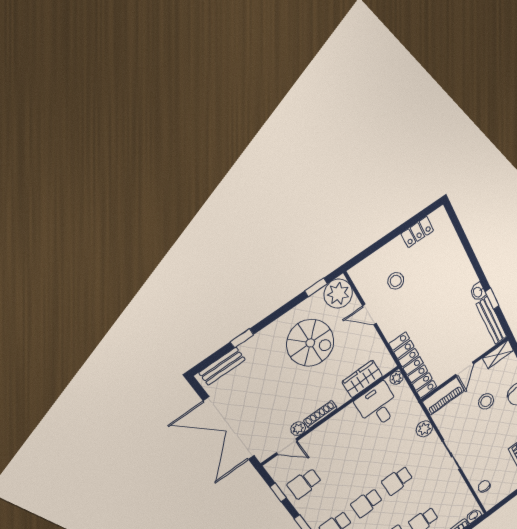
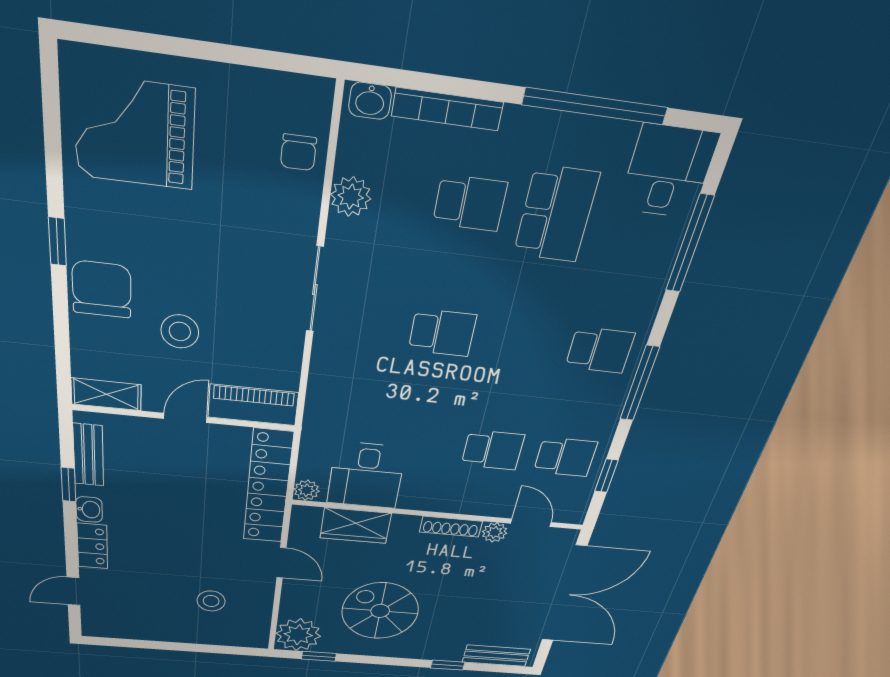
locker: (417, 232) -> (92, 546), moved, turned 90
door: (462, 235) -> (73, 591), added
door: (369, 315) -> (281, 563), moved
bench: (491, 321) -> (88, 455), width x0.73
plant: (424, 429) -> (351, 197), moved
school desk: (367, 503) -> (493, 450), moved

